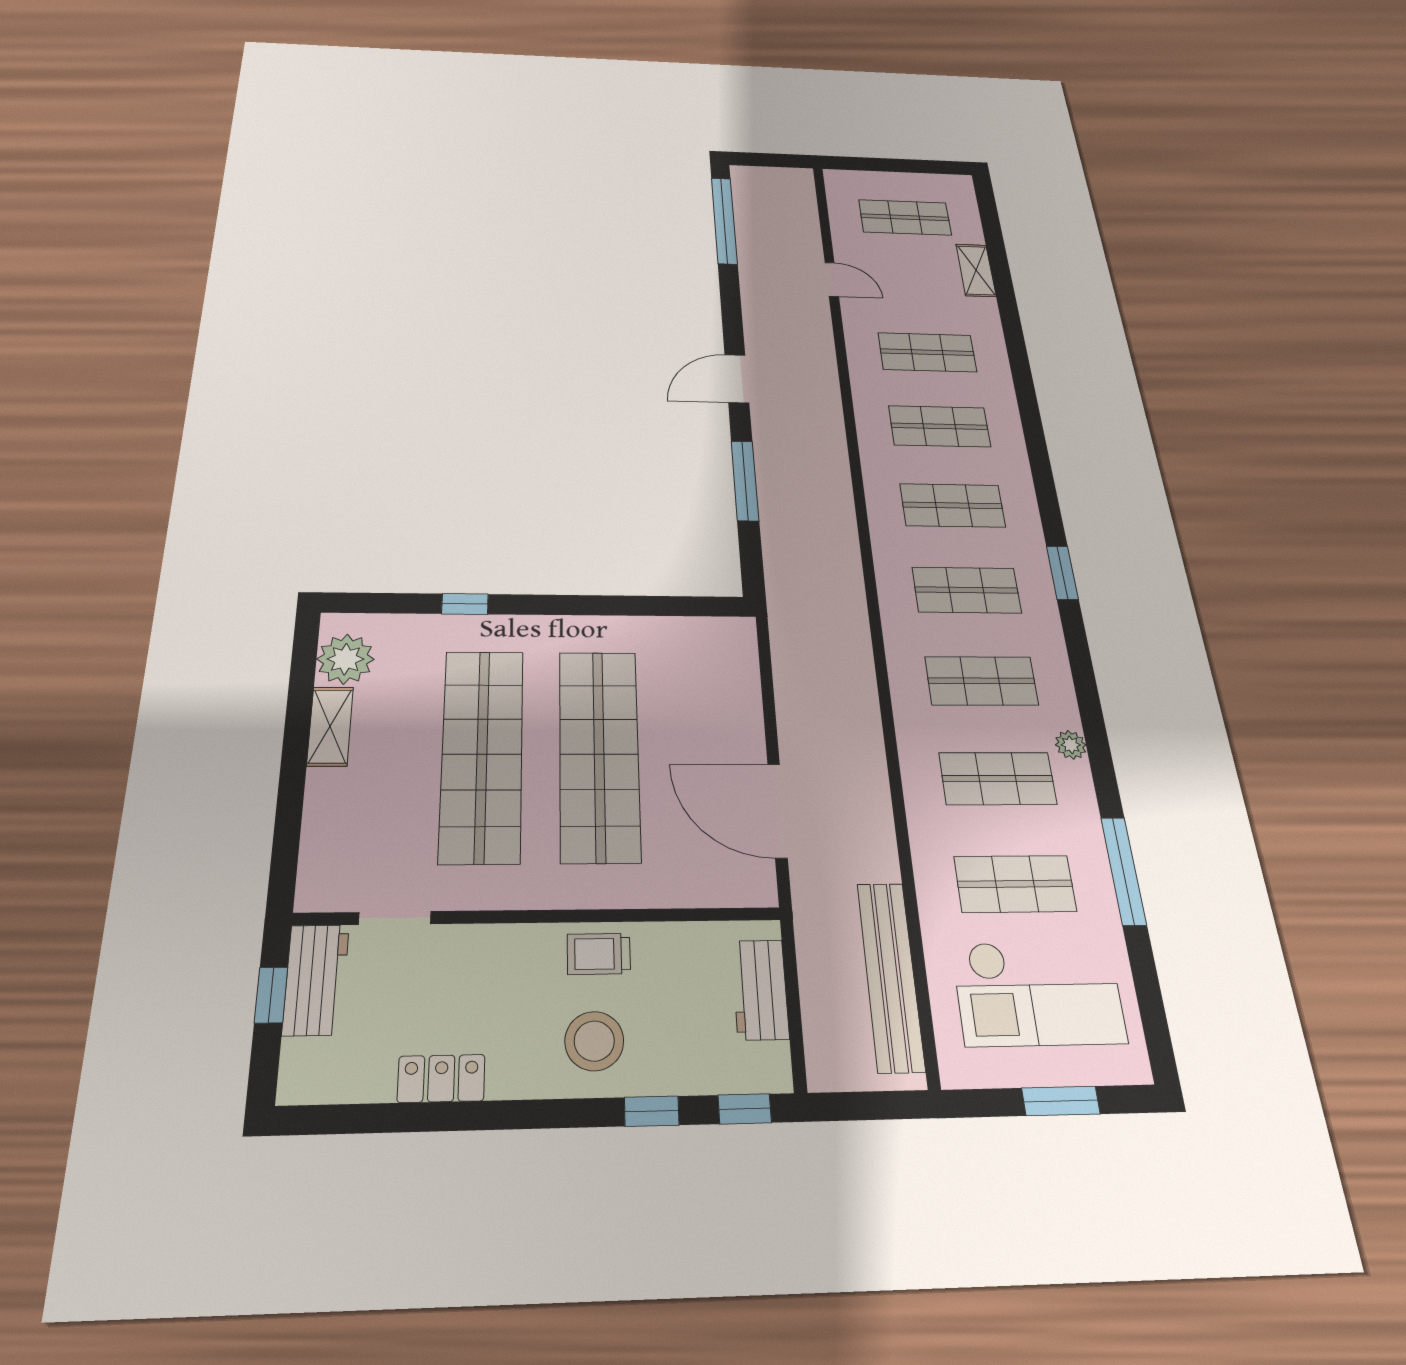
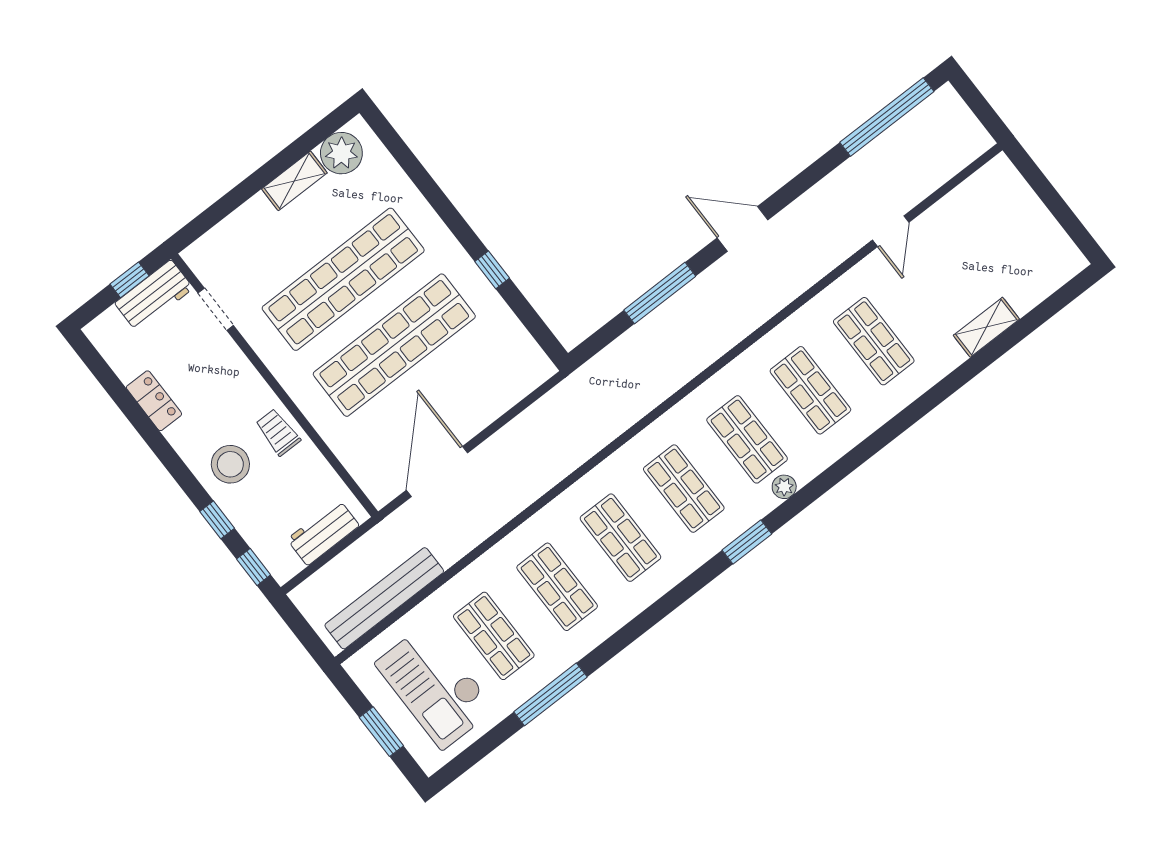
shop shelf: (905, 217) -> (1000, 243), removed
window: (465, 604) -> (492, 270), moved
plant: (1071, 745) -> (784, 487), moved

